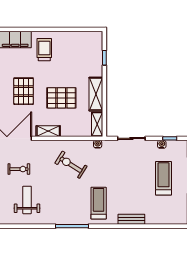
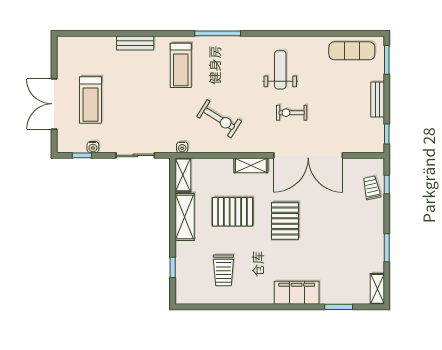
trolley: (44, 50) -> (223, 270), moved
weight bench: (27, 200) -> (280, 70), turned 180

